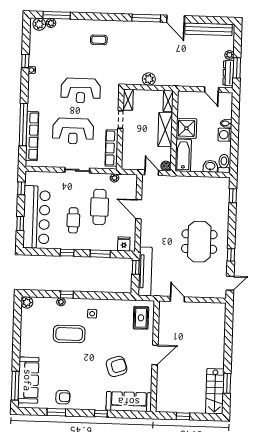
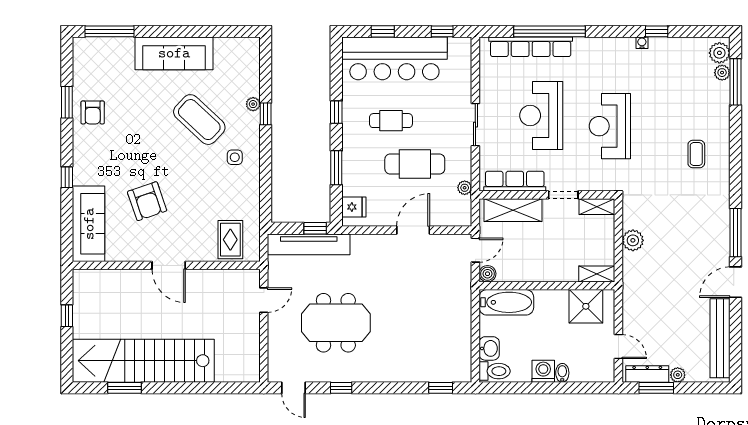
door: (212, 90) -> (618, 347), swing flipped
shower: (186, 128) -> (586, 306), moved
shelving: (165, 130) -> (513, 210), moved
meeting table: (199, 242) -> (336, 323), moved
plant: (27, 302) -> (250, 47), removed
rug: (141, 318) -> (230, 240), turned 90
coffee table: (69, 334) -> (199, 120), turned -47
sofa: (28, 380) -> (174, 53), moved
stairs: (215, 391) -> (143, 361), width x1.86, depth x1.51

